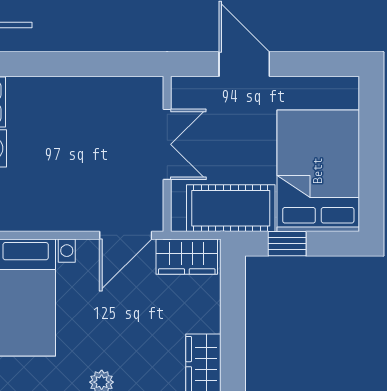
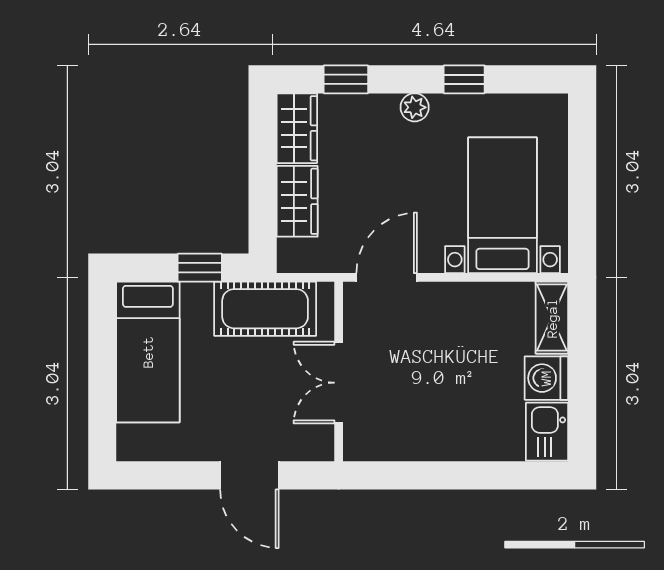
bed: (318, 171) -> (148, 352), width x0.67
wardrobe: (187, 257) -> (297, 201), moved, turned 90

